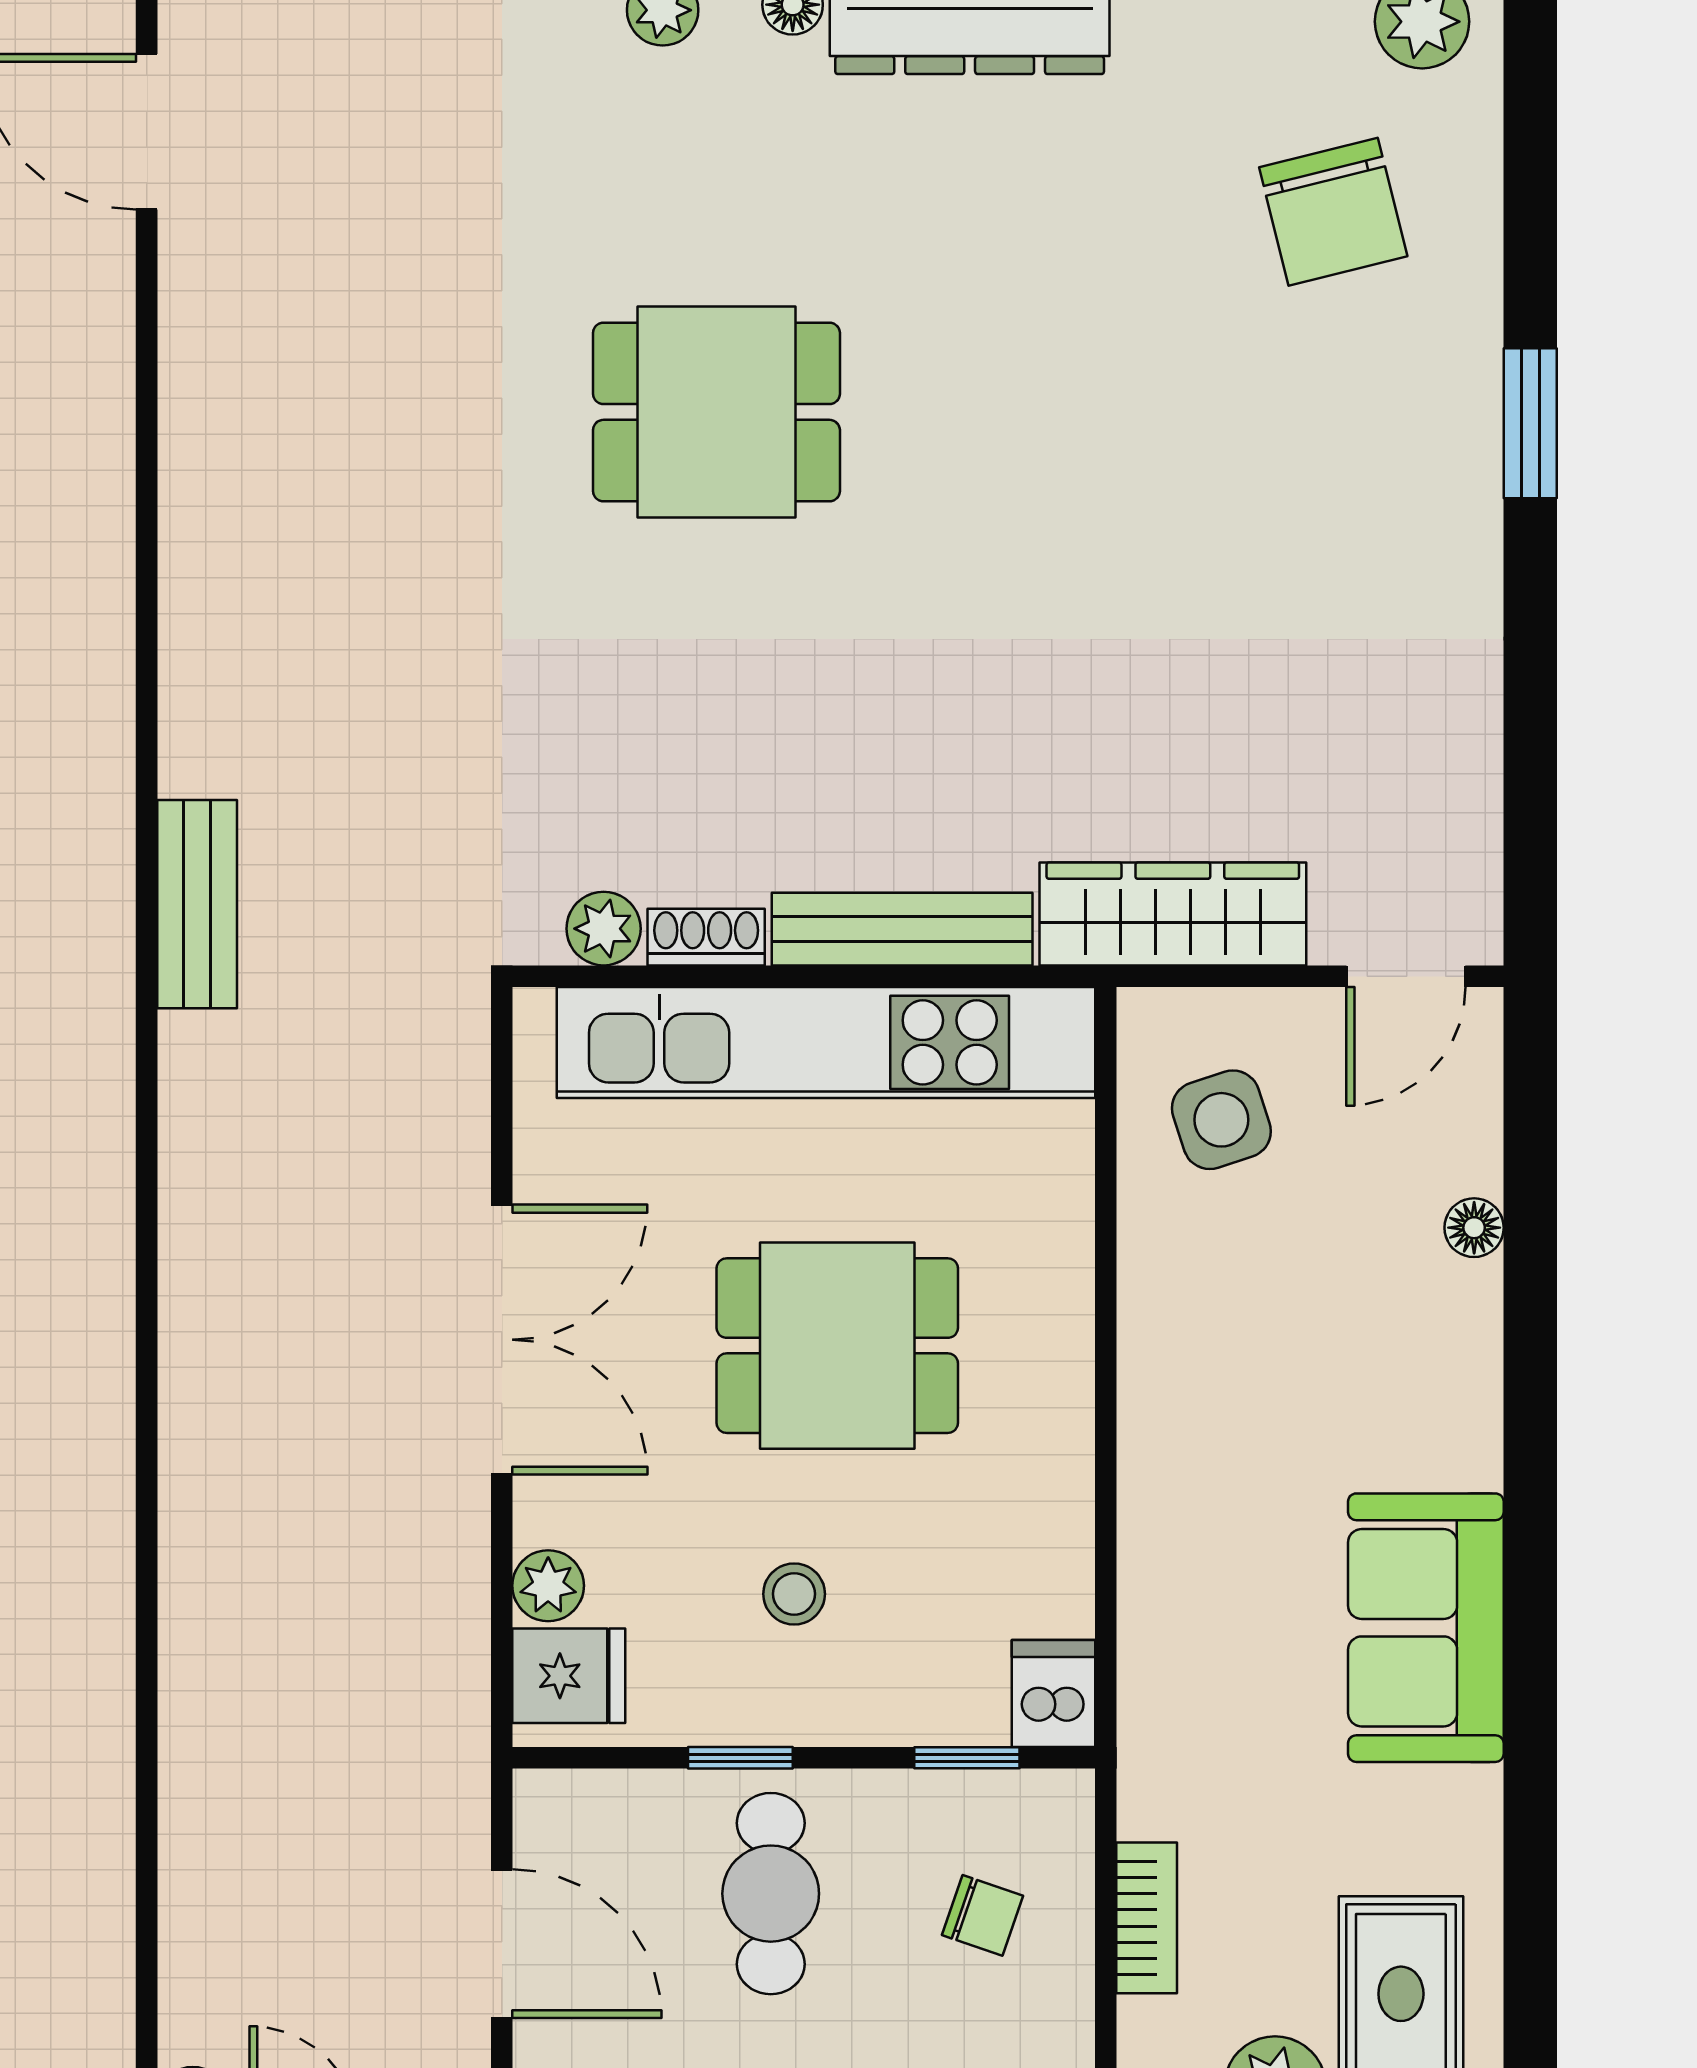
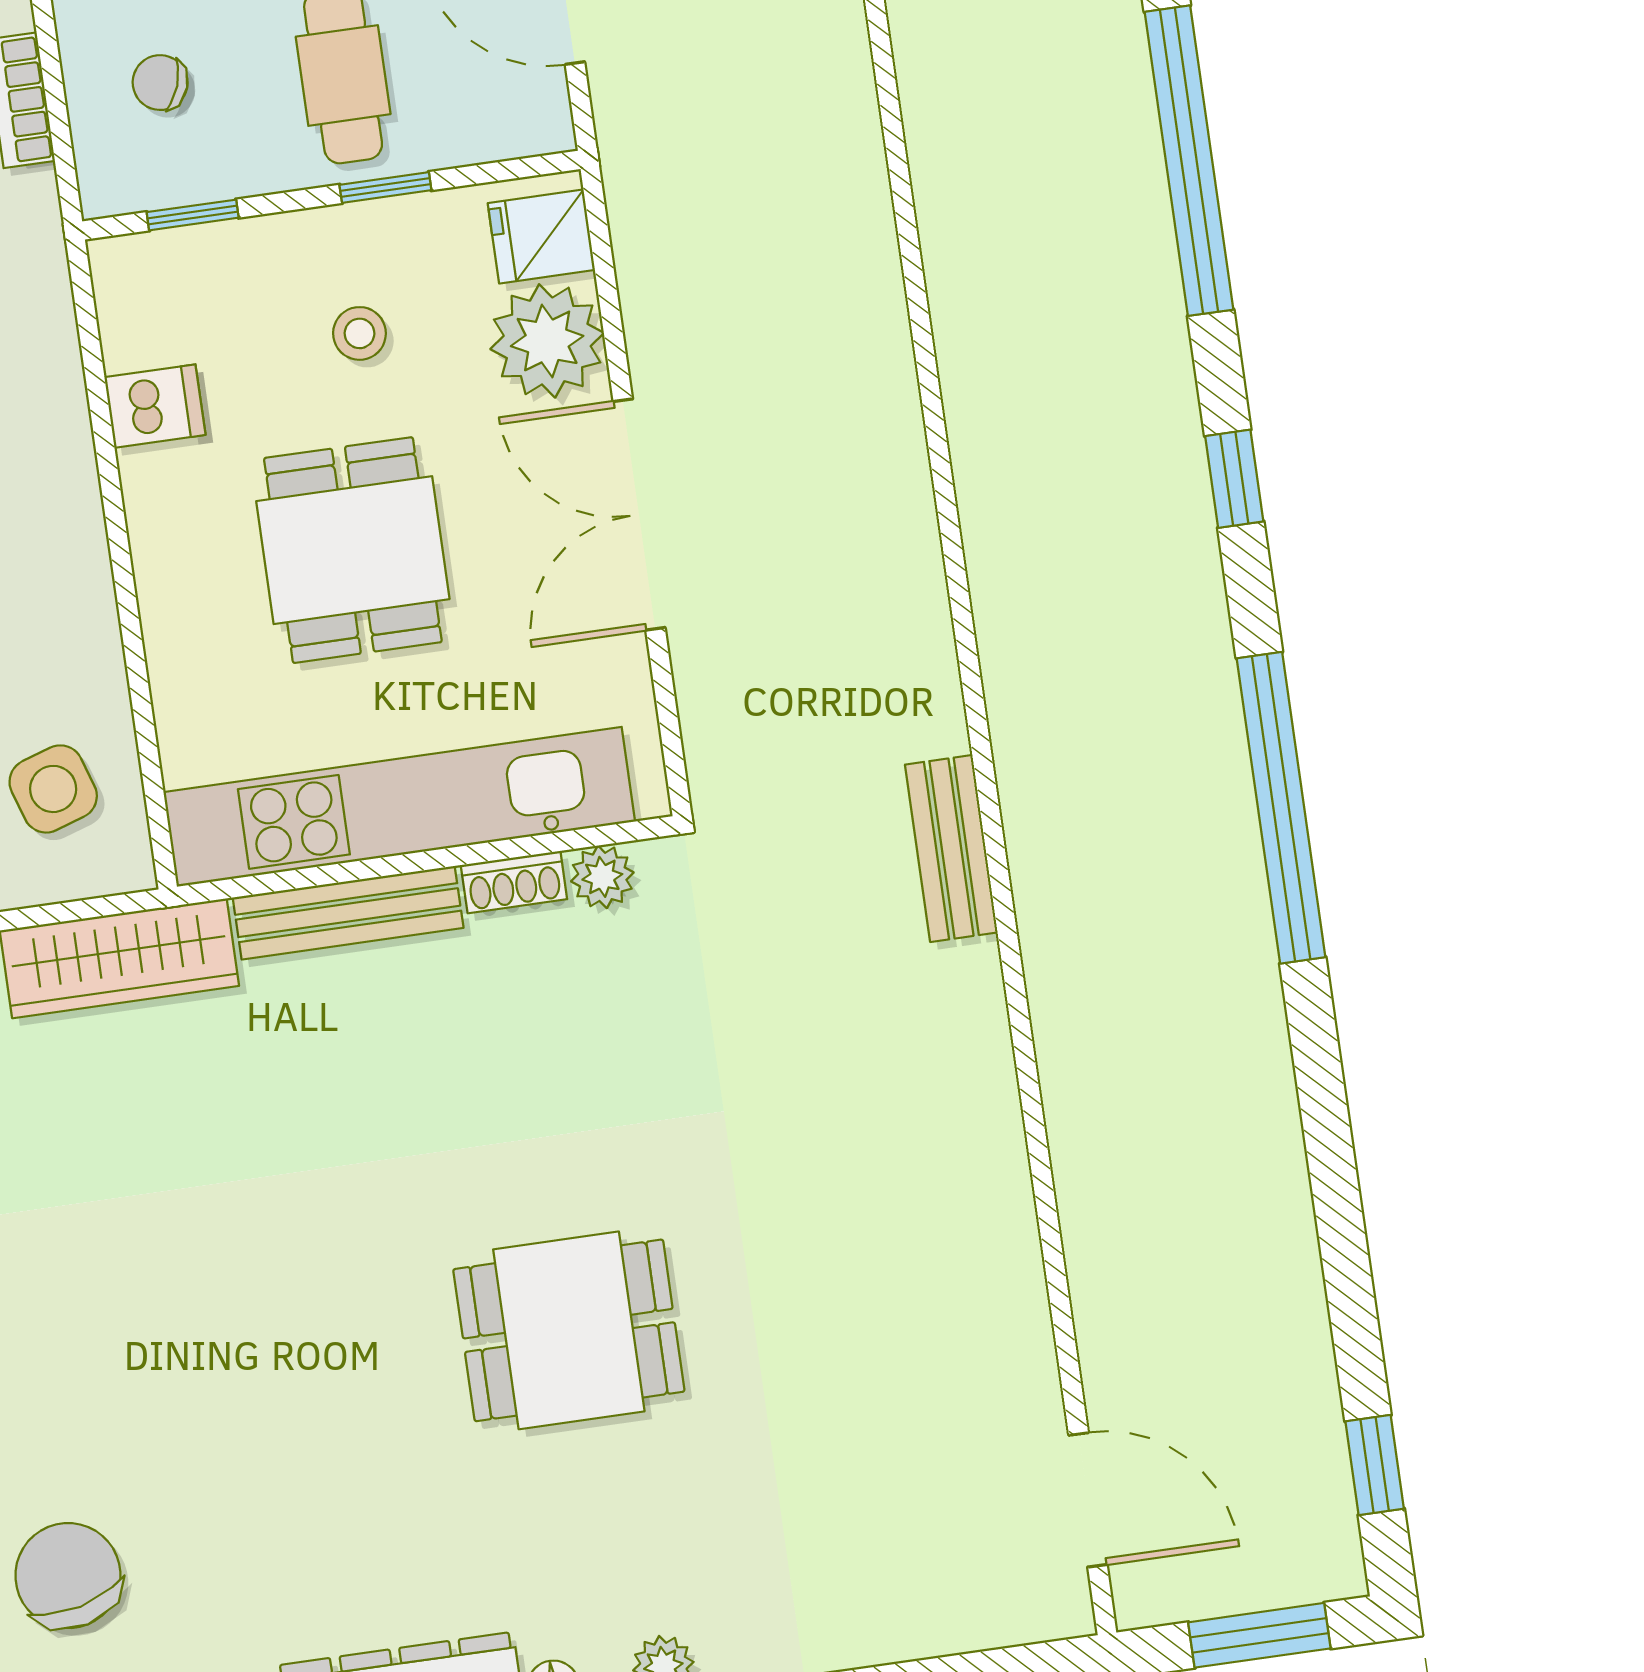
dining table: (837, 1346) -> (353, 550), turned 90
plant: (548, 1586) -> (547, 341), width x1.88, depth x1.88
dishwasher: (1054, 1693) -> (155, 406), moved, turned -90

